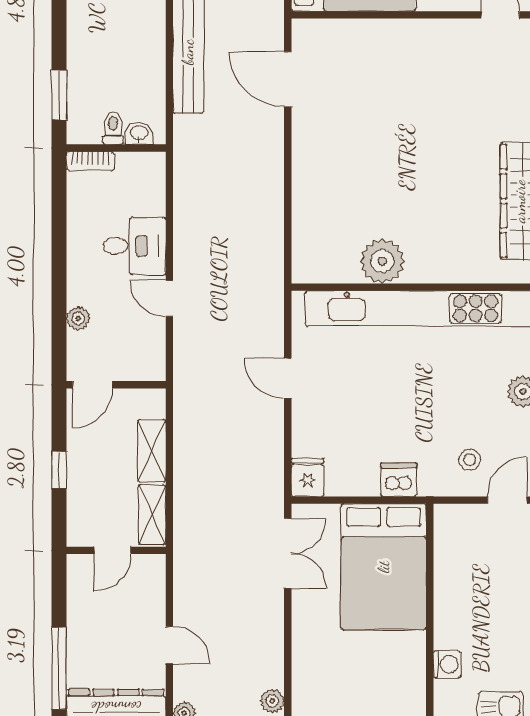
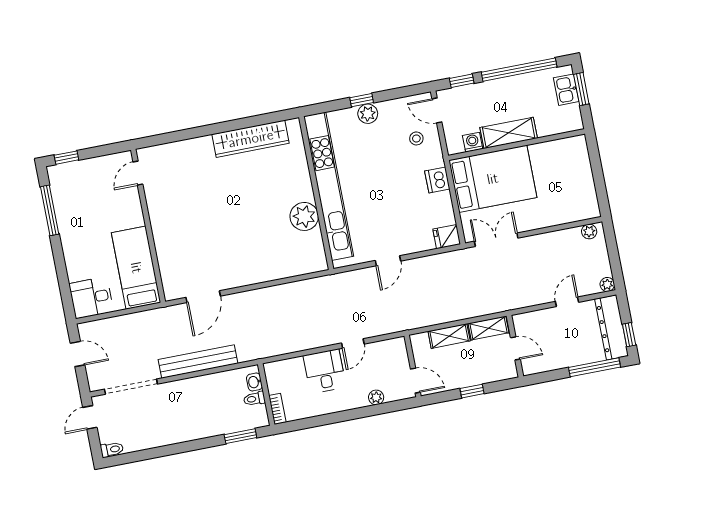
shelving: (451, 605) -> (509, 133), added
washing machine: (447, 664) -> (473, 142), moved

